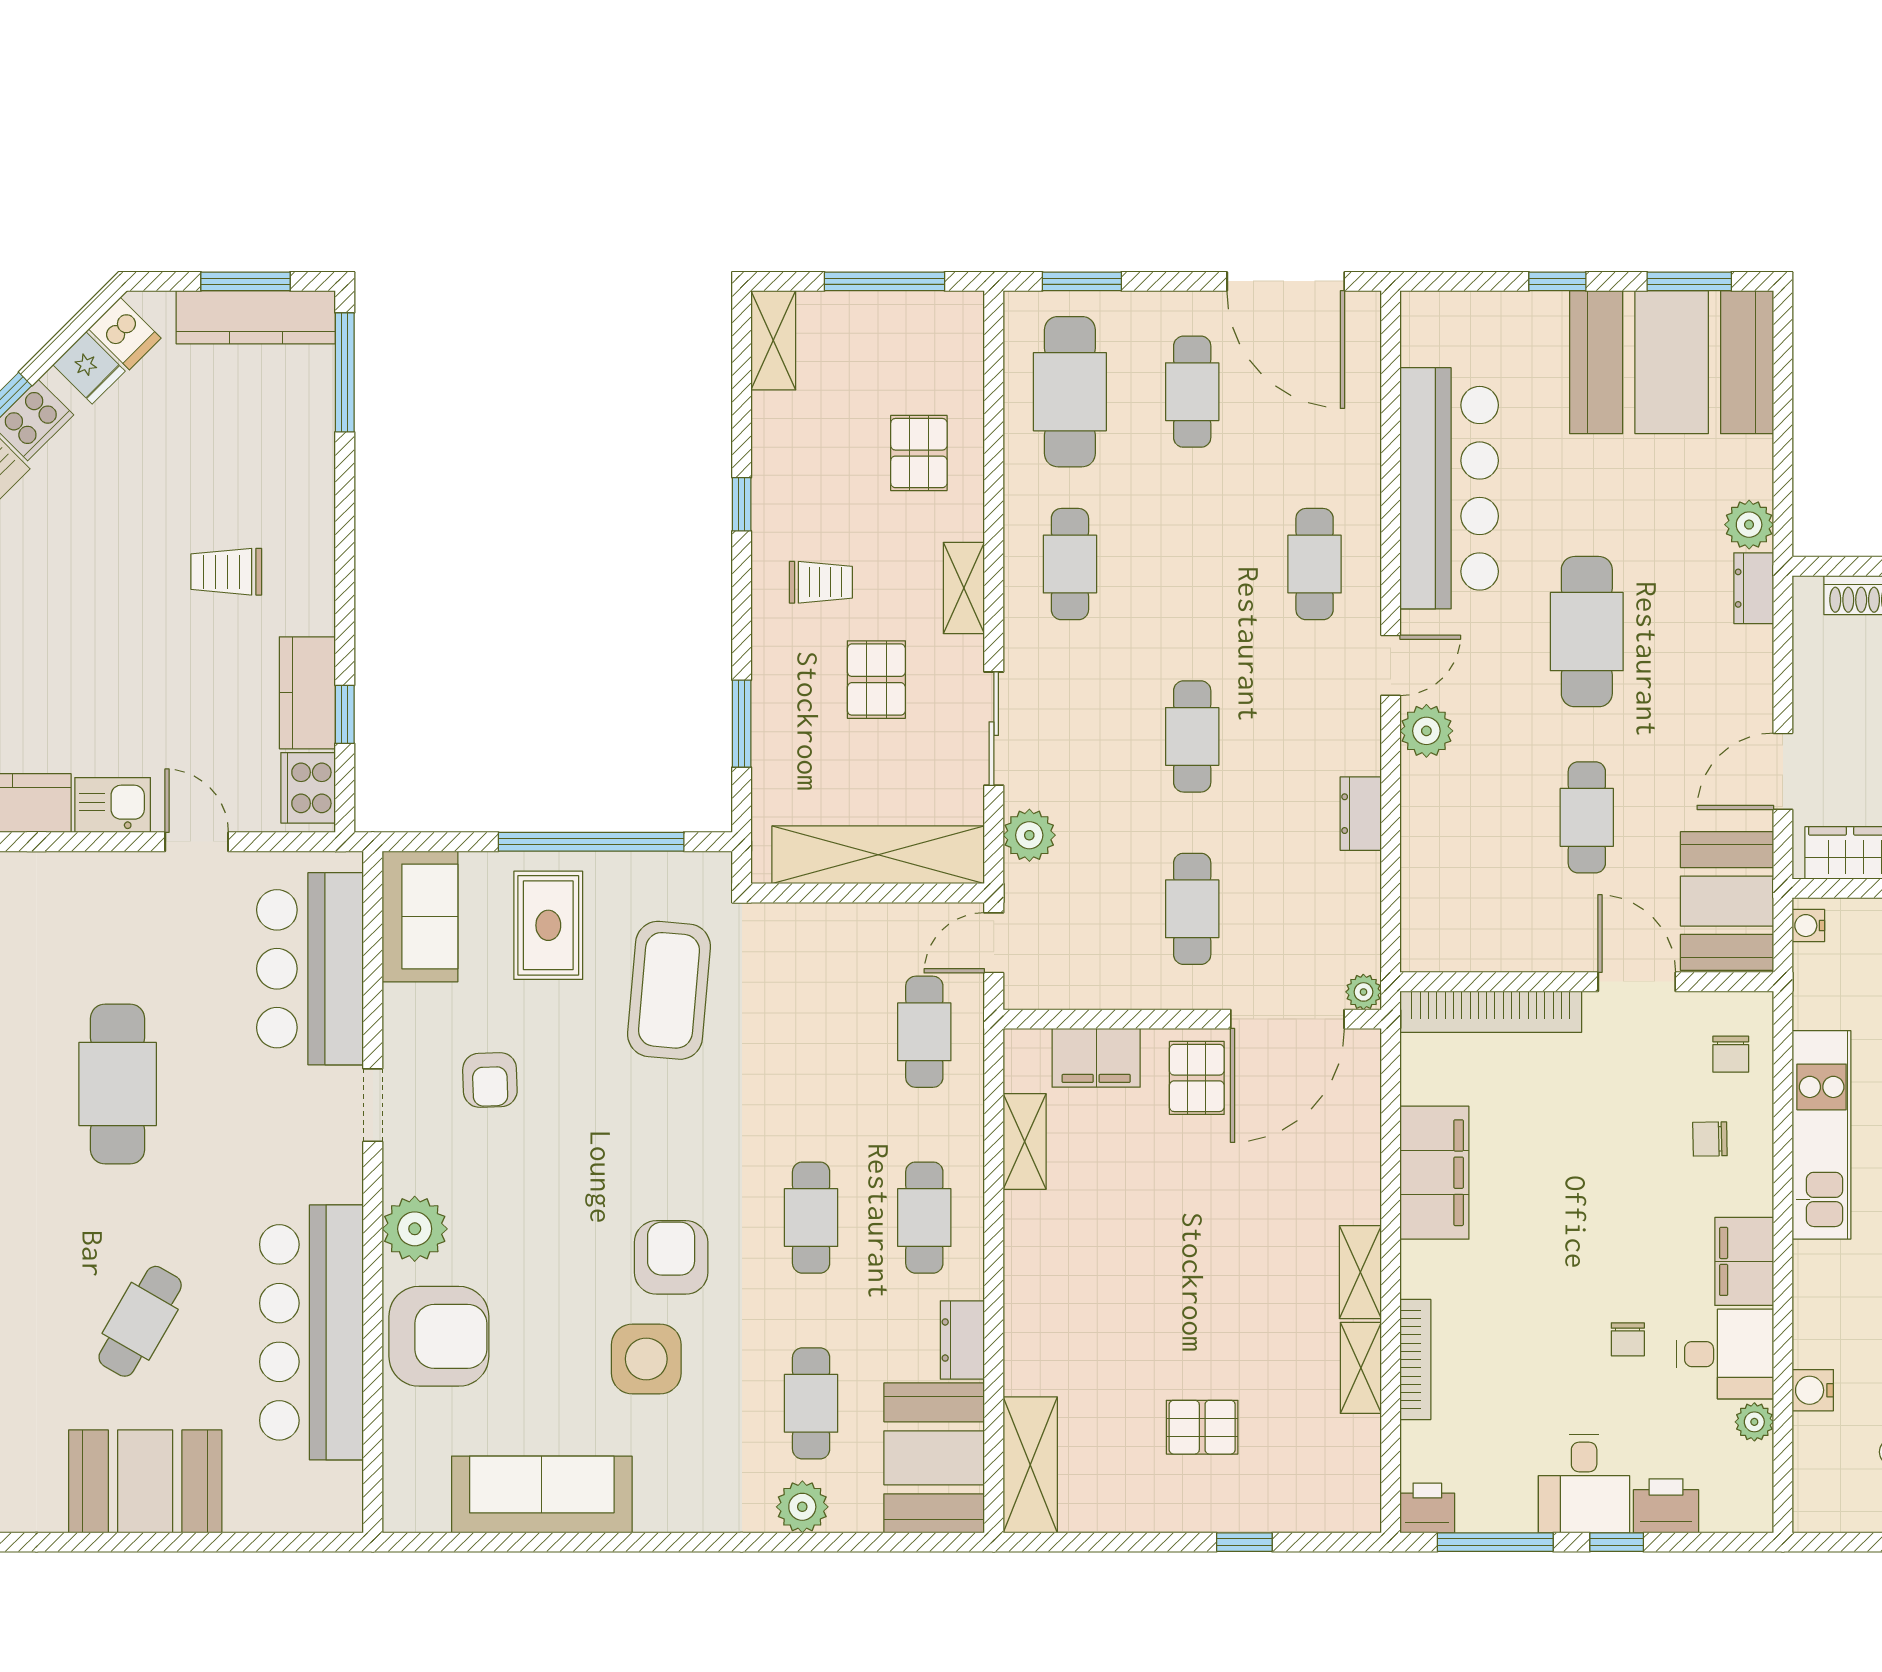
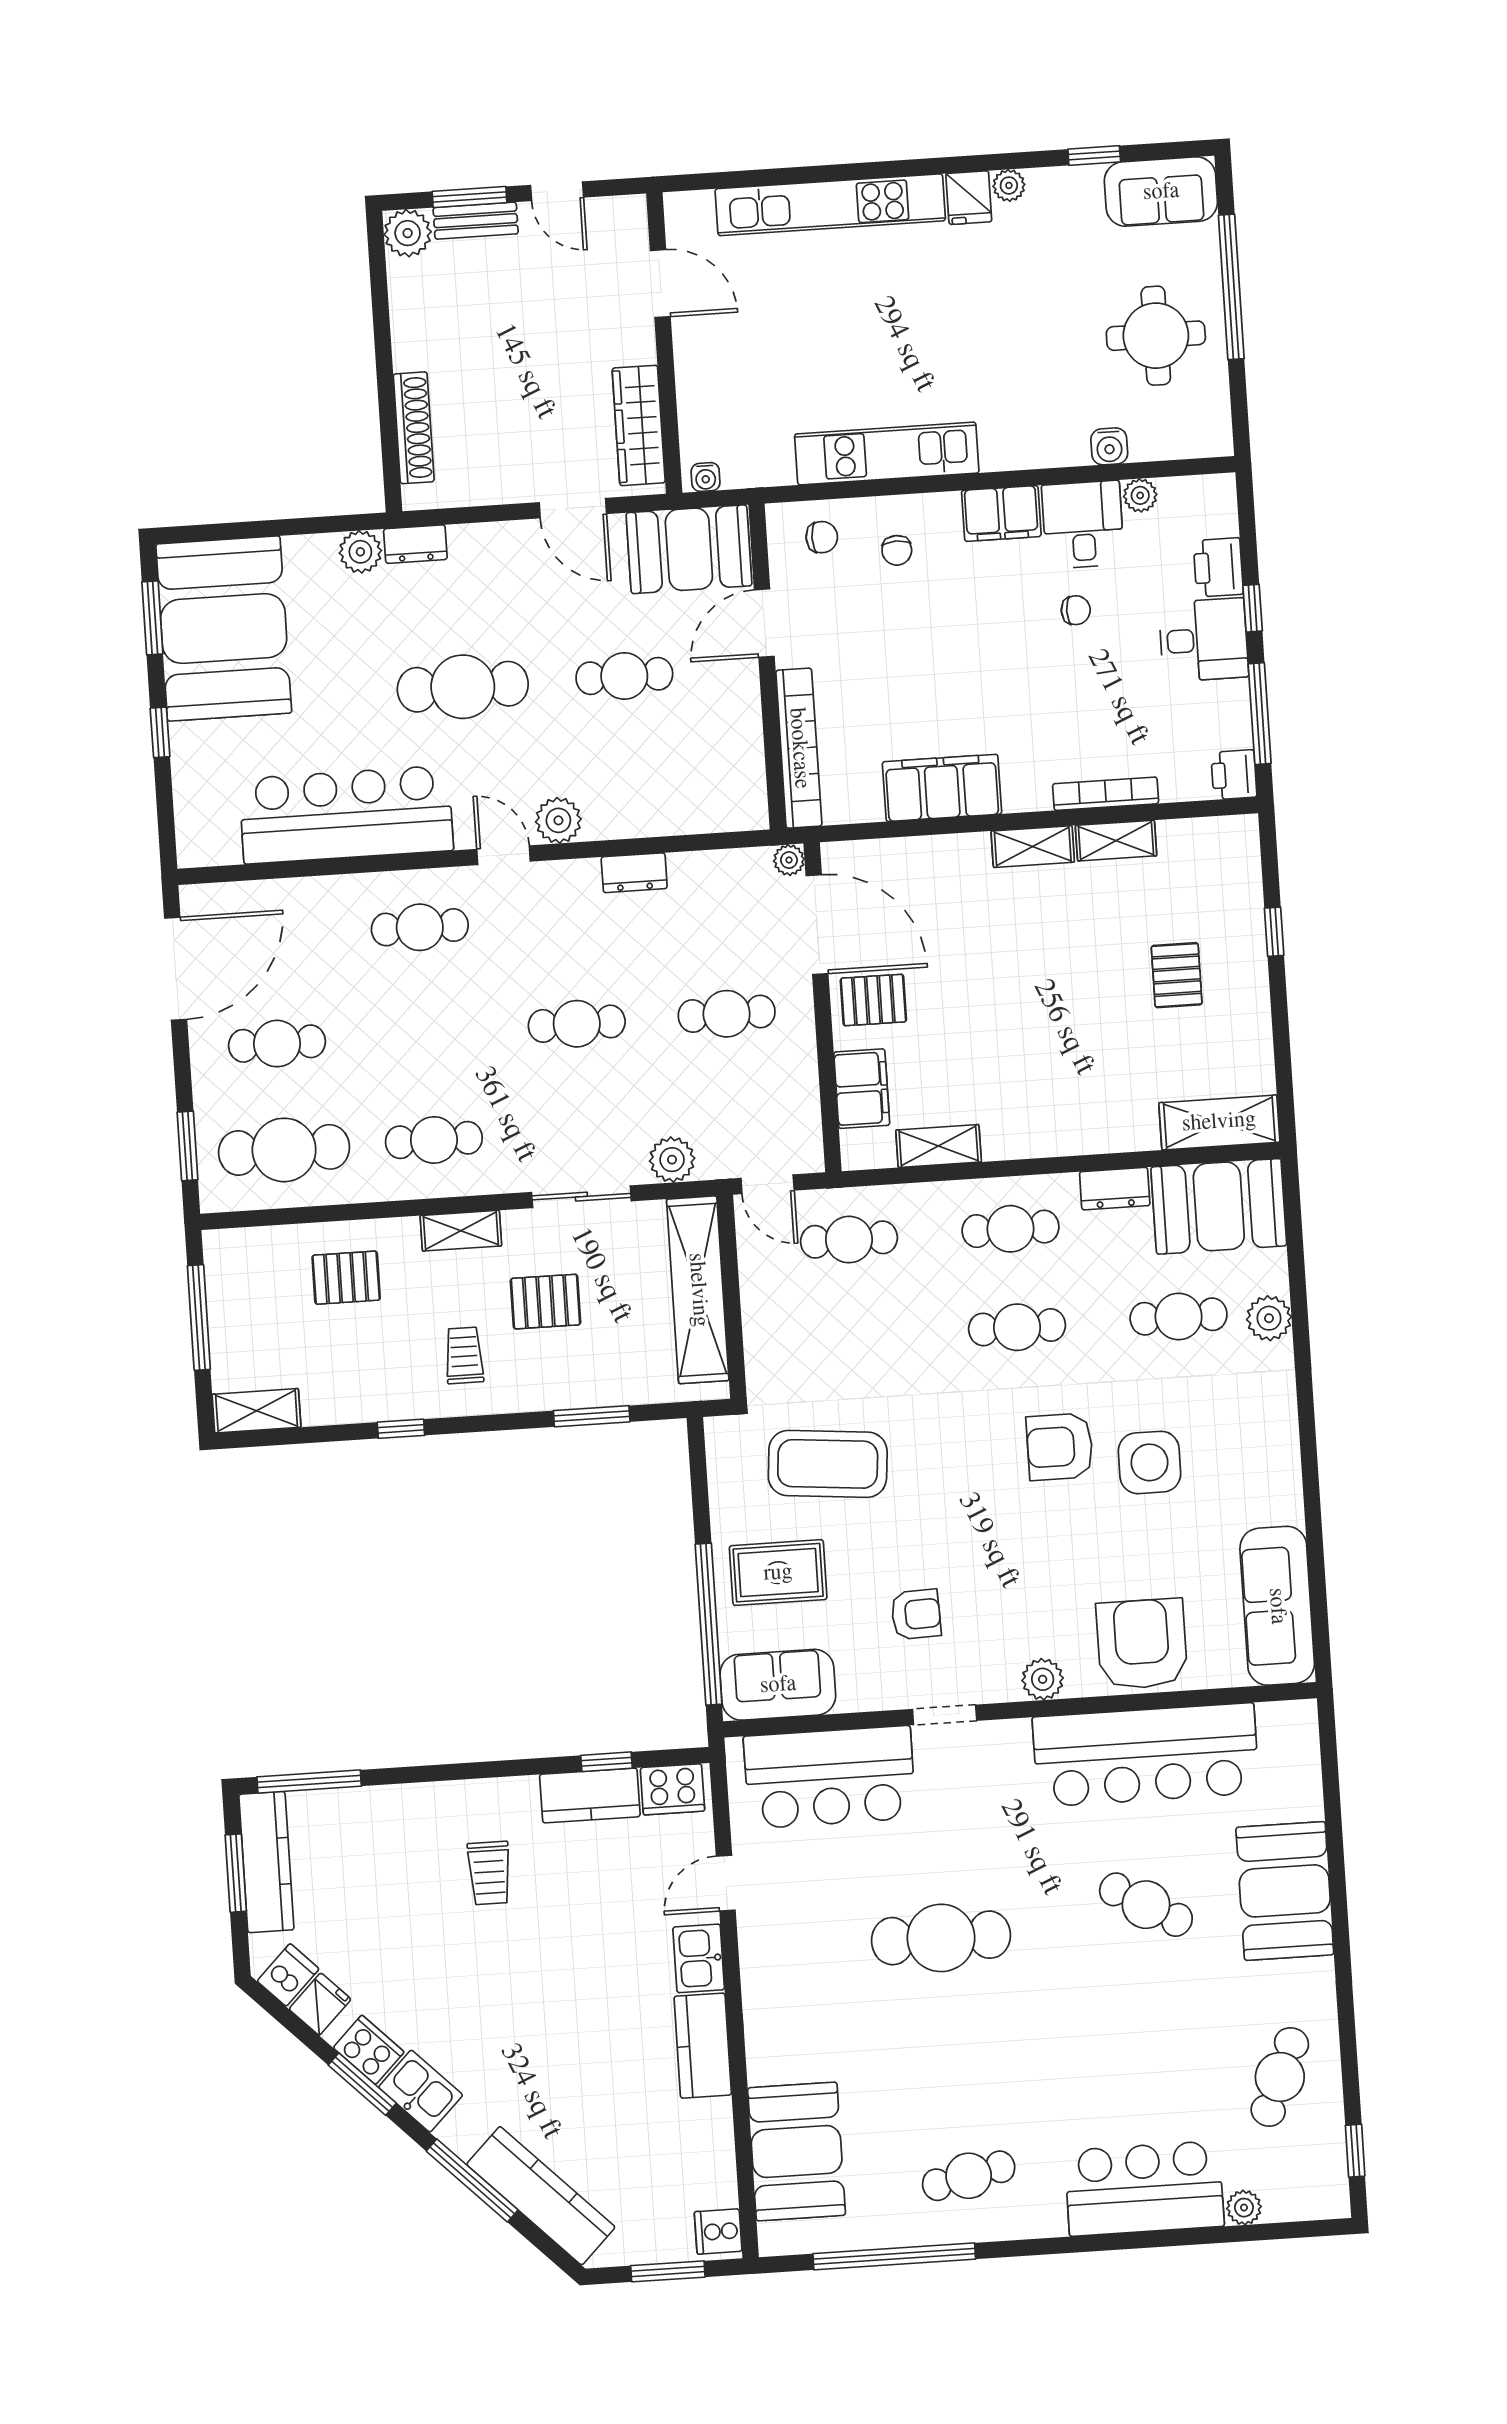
window: (591, 842) -> (709, 1624), moved
plant: (415, 1229) -> (1043, 1679), width x0.73, depth x0.73
sofa: (542, 1494) -> (1277, 1606), moved

